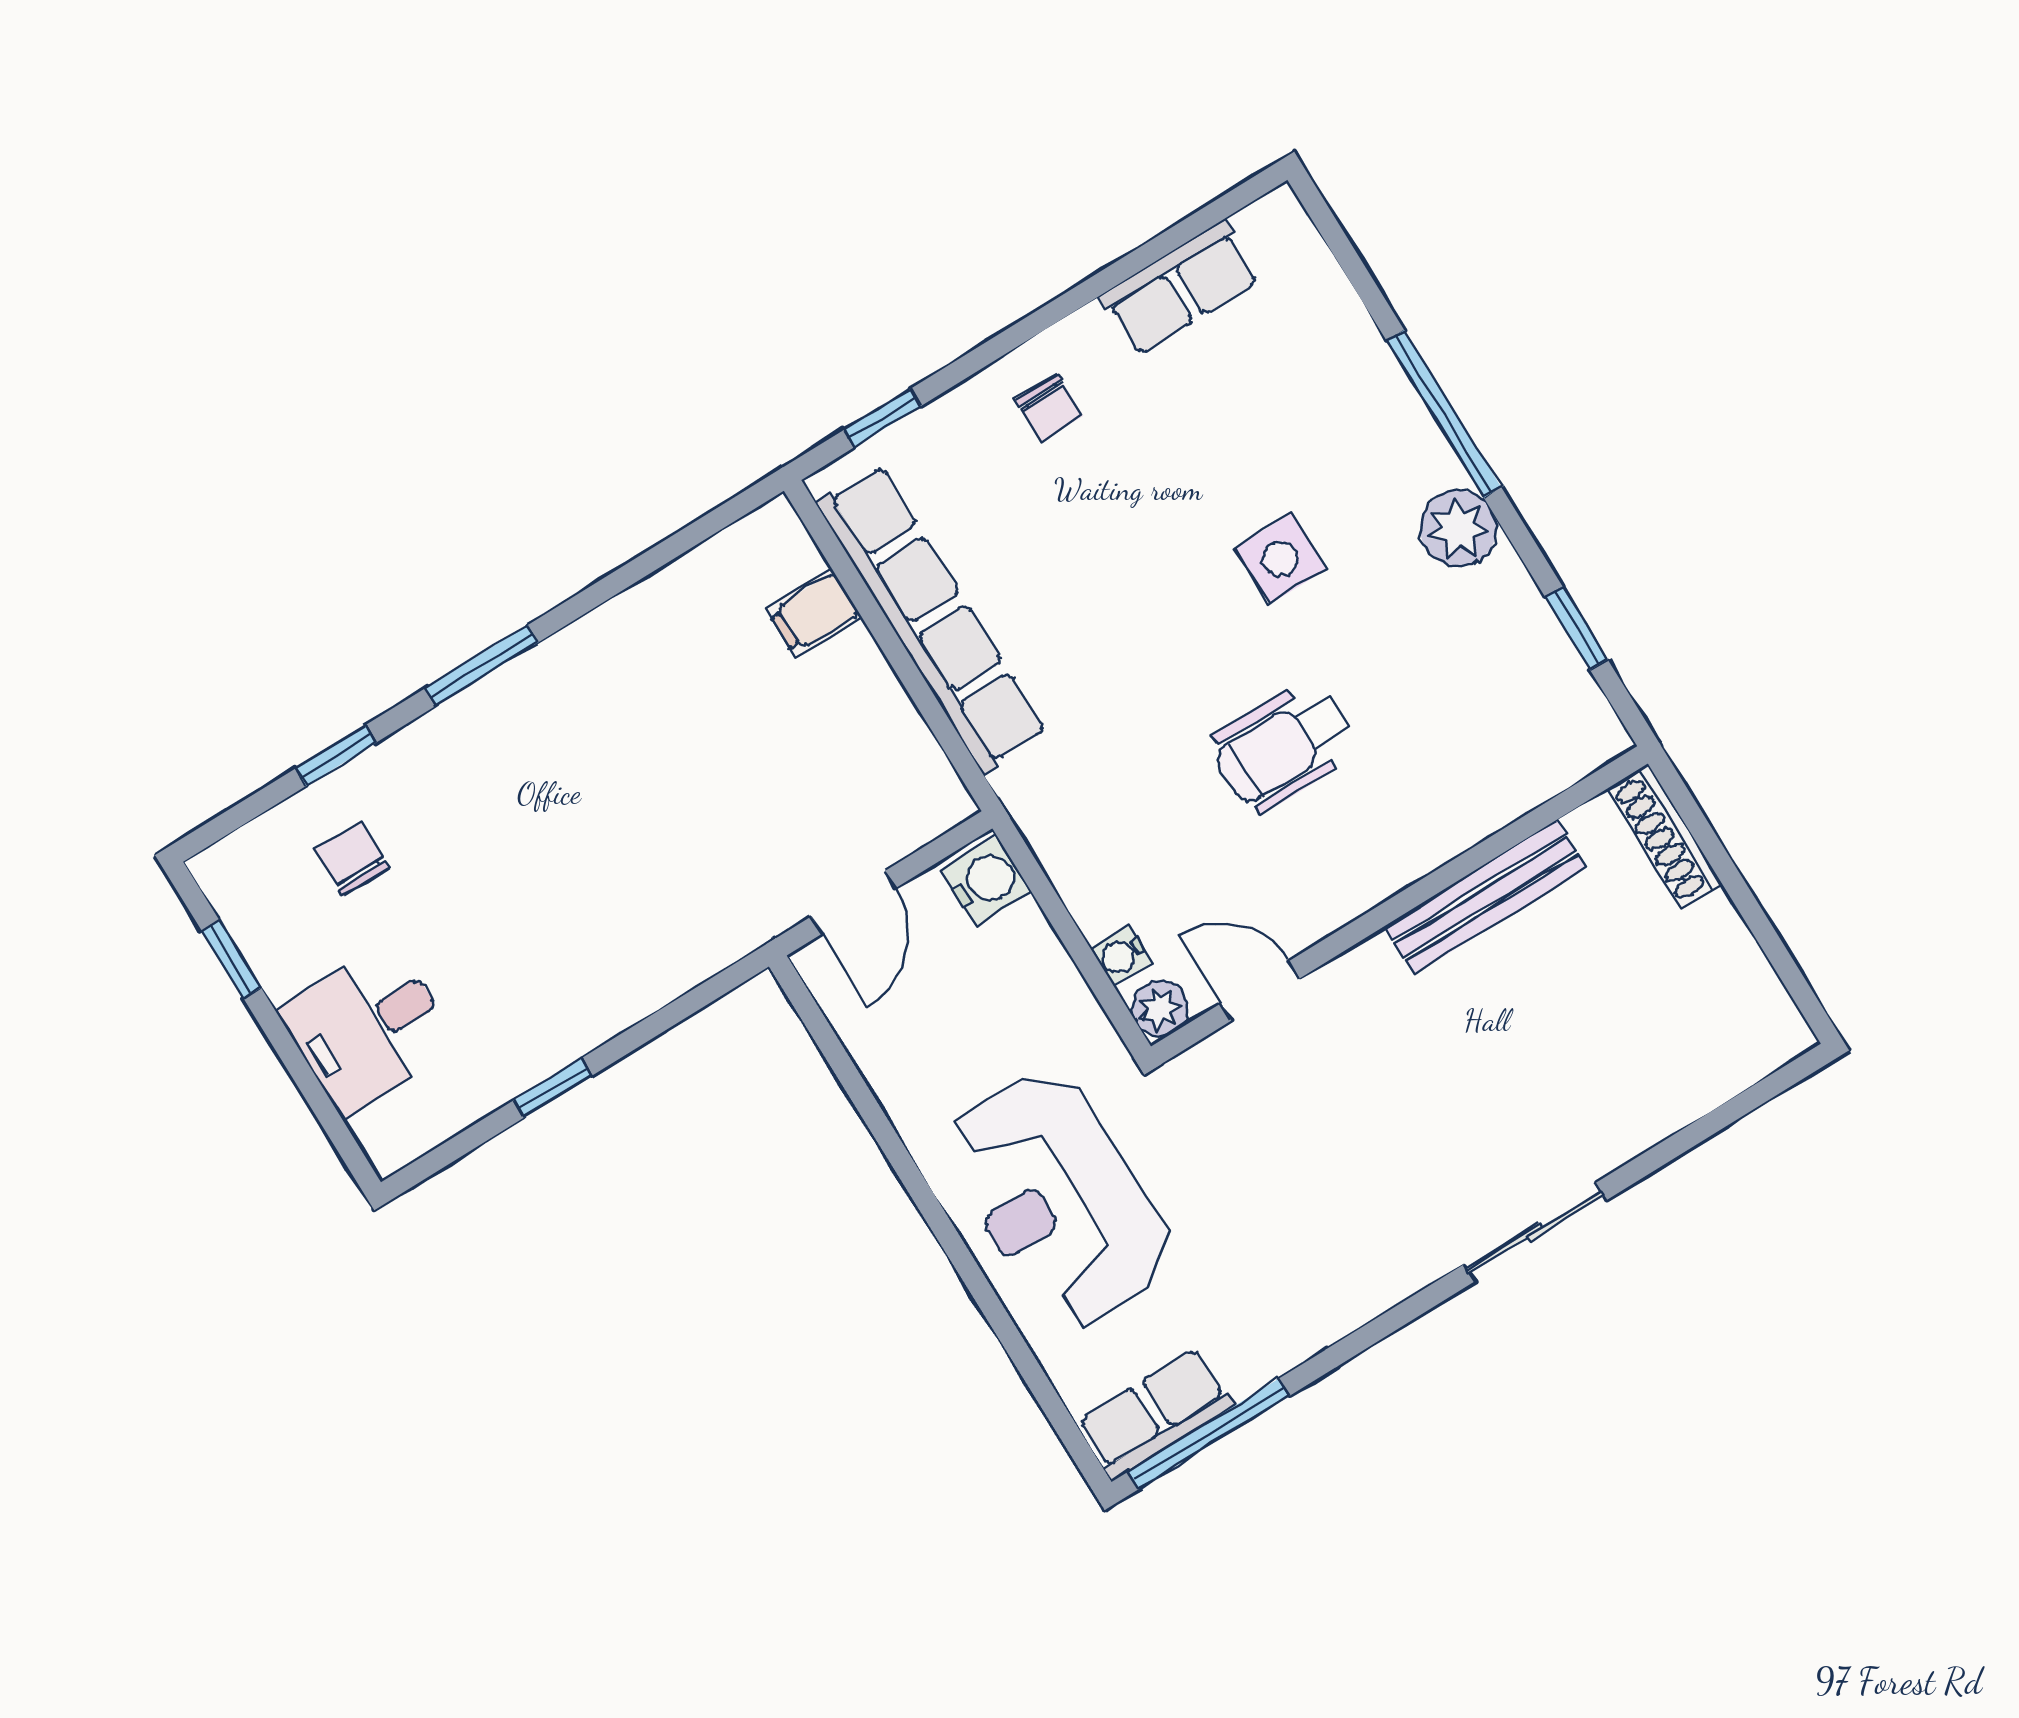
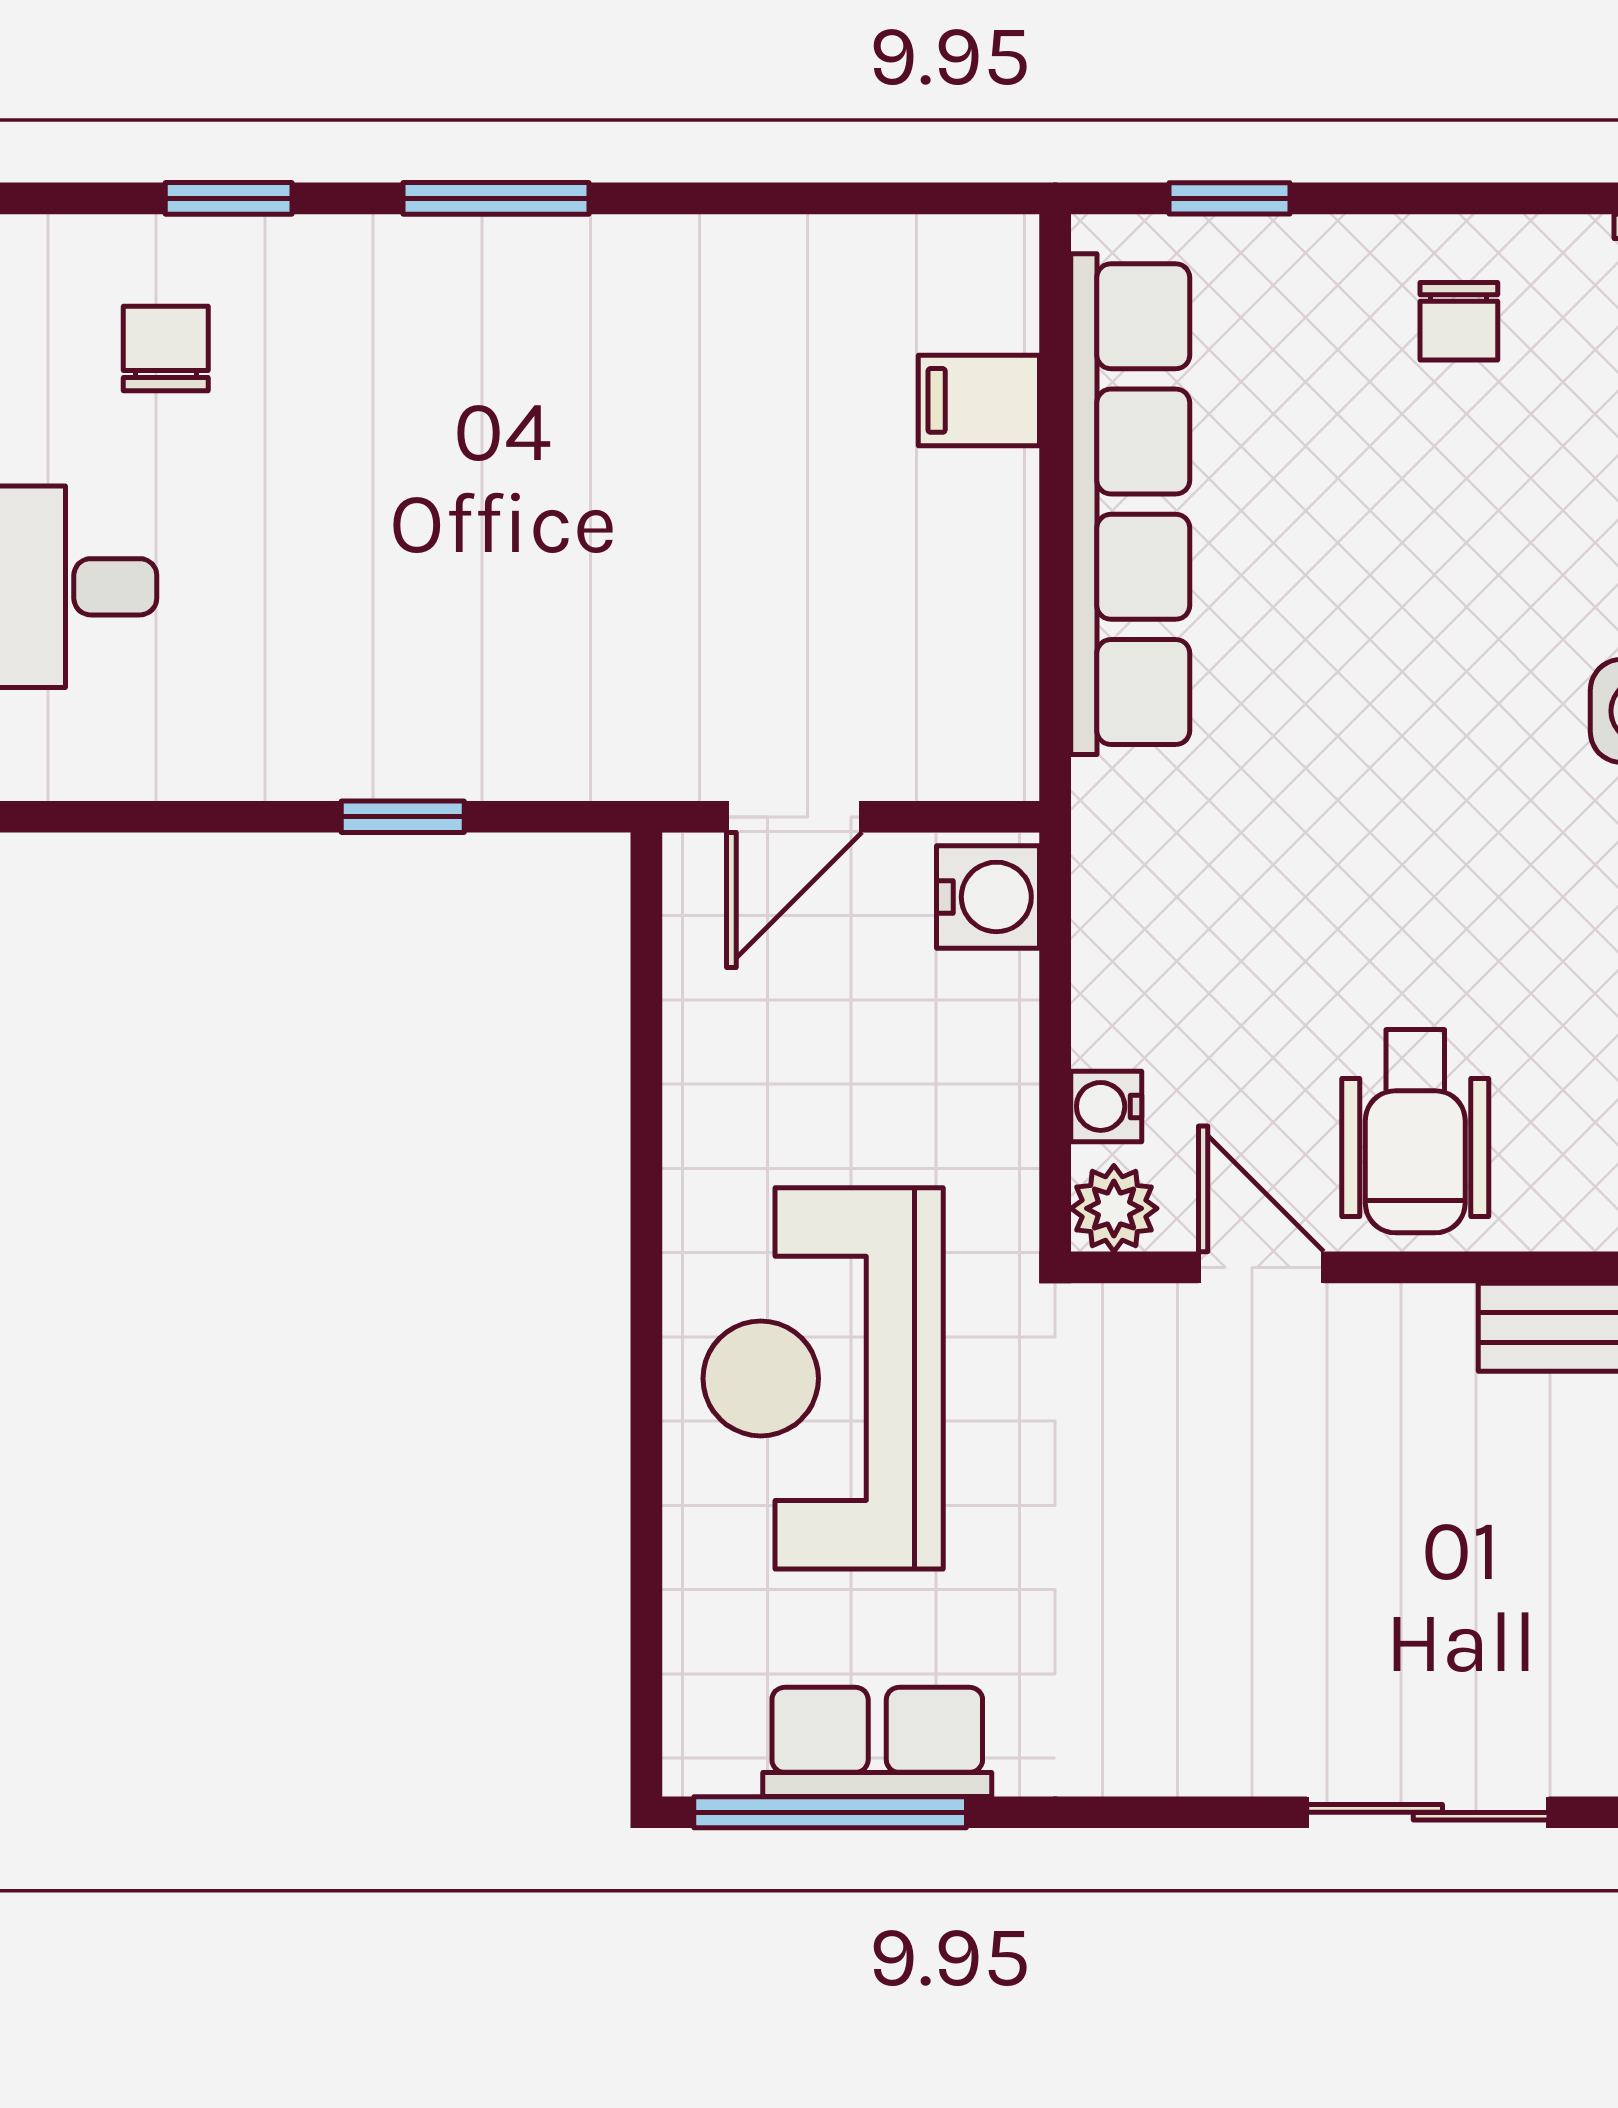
wheelchair: (1283, 746) -> (1415, 1131), moved, turned -90
window: (553, 1088) -> (403, 817), moved
row of seats: (1156, 1414) -> (877, 1742), moved

